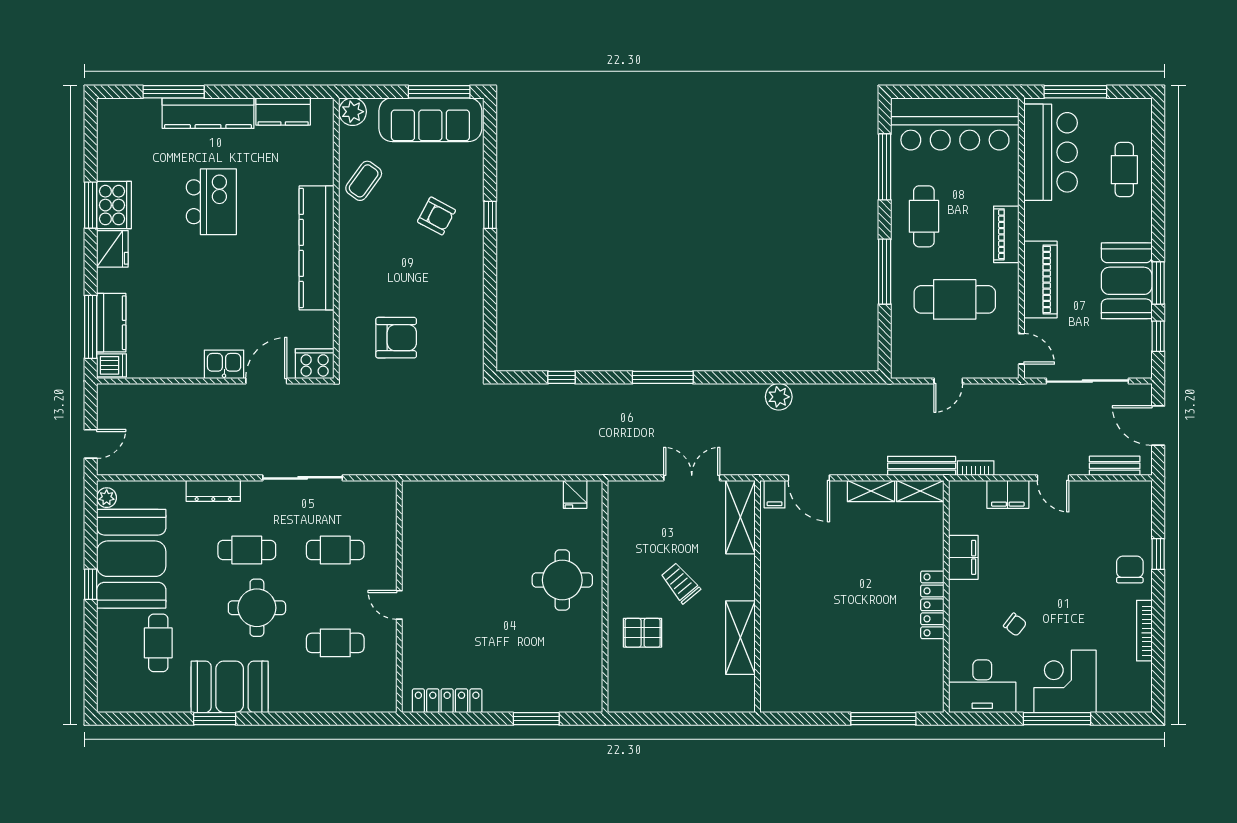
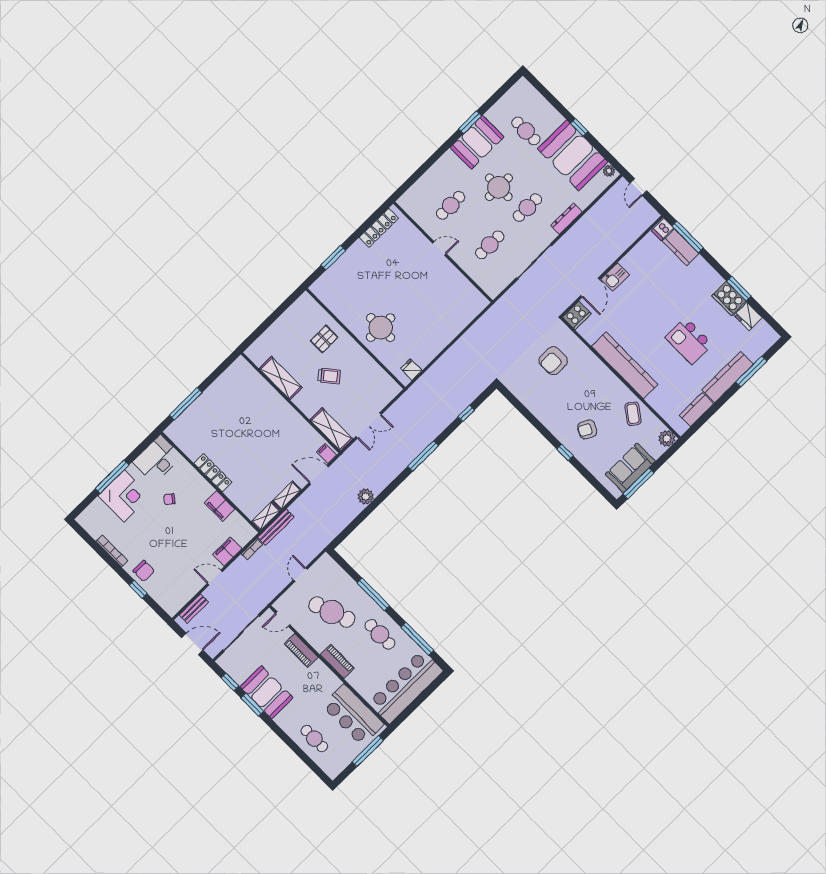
sofa: (430, 120) -> (630, 468), width x0.73
fridge: (112, 249) -> (748, 316), moved
piano: (1040, 280) -> (301, 650), width x0.73, depth x0.75
cafe table: (955, 299) -> (332, 612), turned 70

